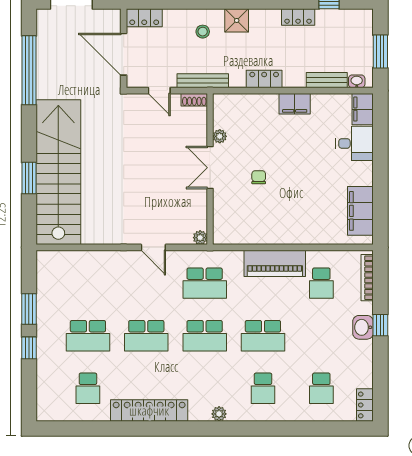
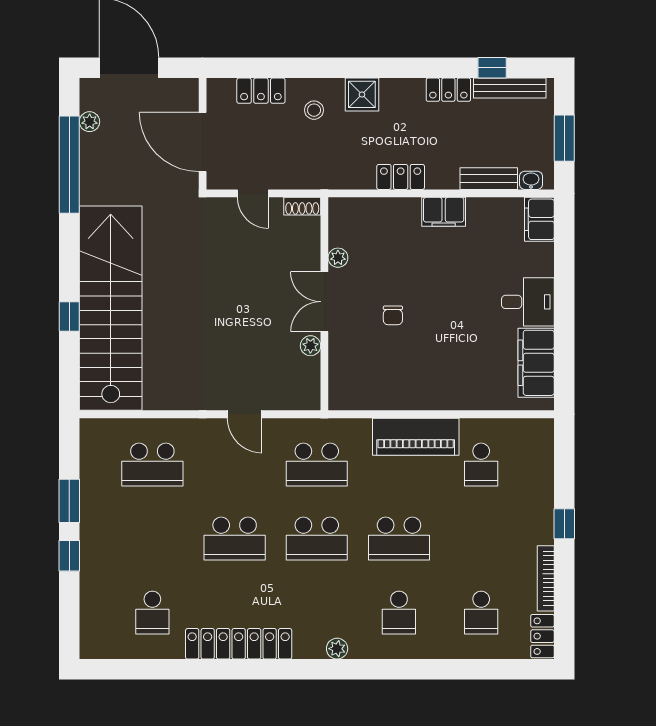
locker: (144, 18) -> (261, 91), moved
plant: (43, 40) -> (90, 122), added
bench: (203, 81) -> (510, 88), moved
desk: (354, 143) -> (528, 302), moved
chair: (259, 177) -> (393, 315), turned 180
window: (29, 178) -> (69, 317), width x0.67
plant: (200, 238) -> (310, 346), moved
bookcase: (367, 278) -> (546, 578), moved
washbasin: (363, 327) -> (540, 527), removed
school desk: (88, 336) -> (152, 465), moved

